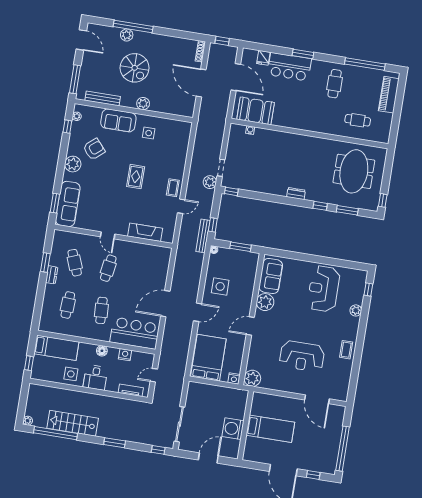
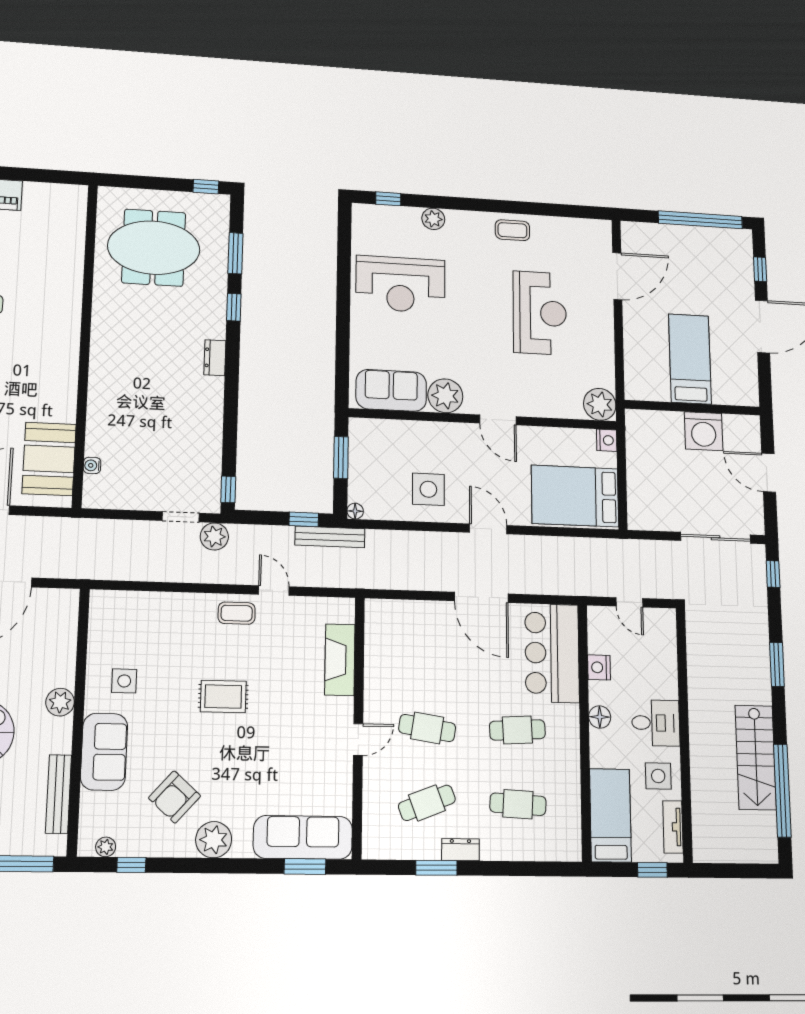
cafe table: (358, 120) -> (45, 250), removed
armchair: (94, 149) -> (175, 797), turned -97
tv unit: (131, 390) -> (673, 827), moved
plant: (28, 421) -> (769, 854), removed

